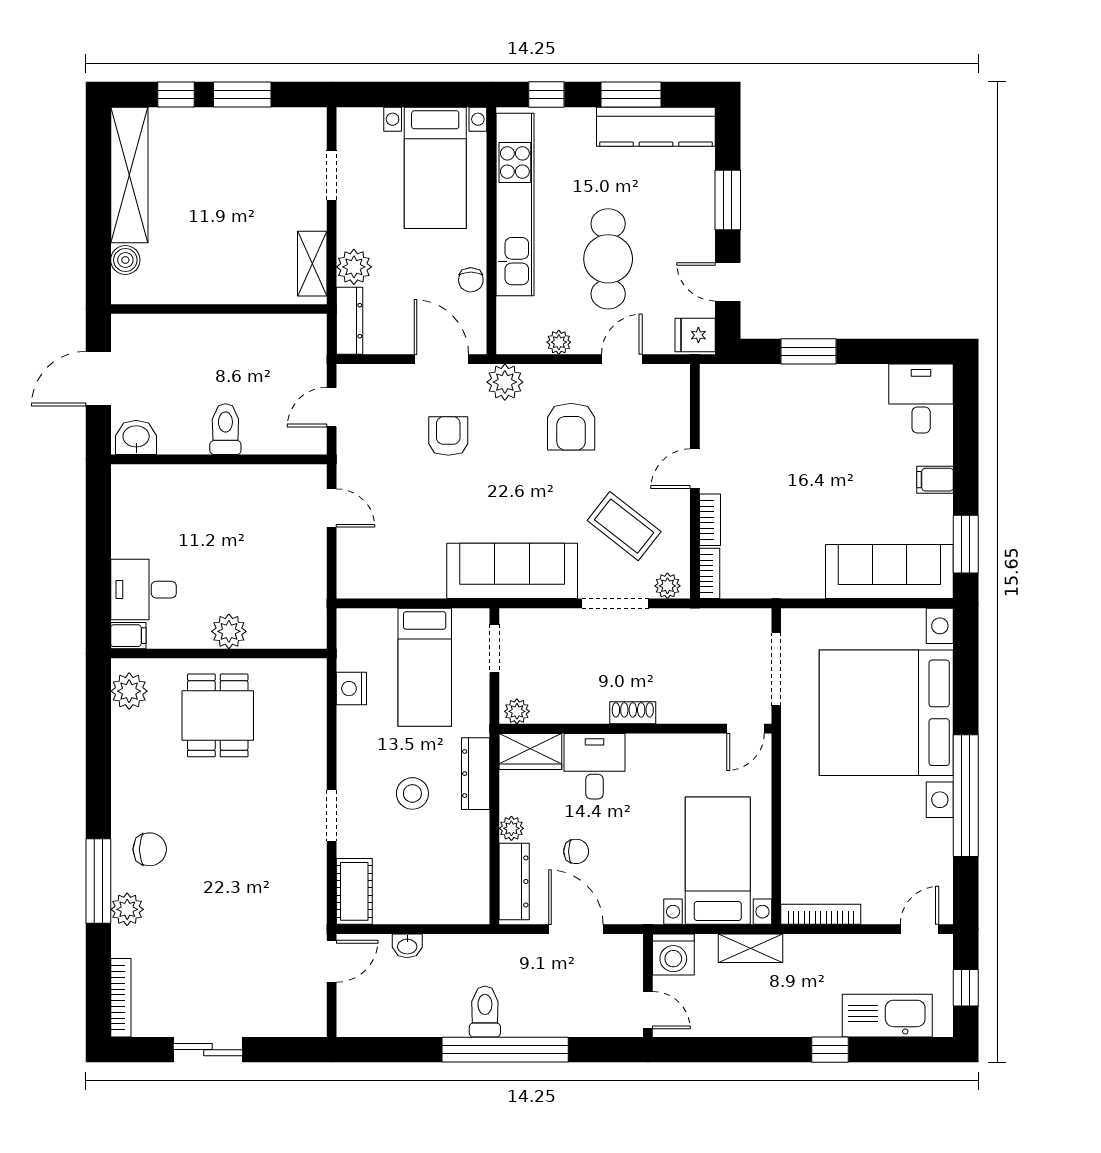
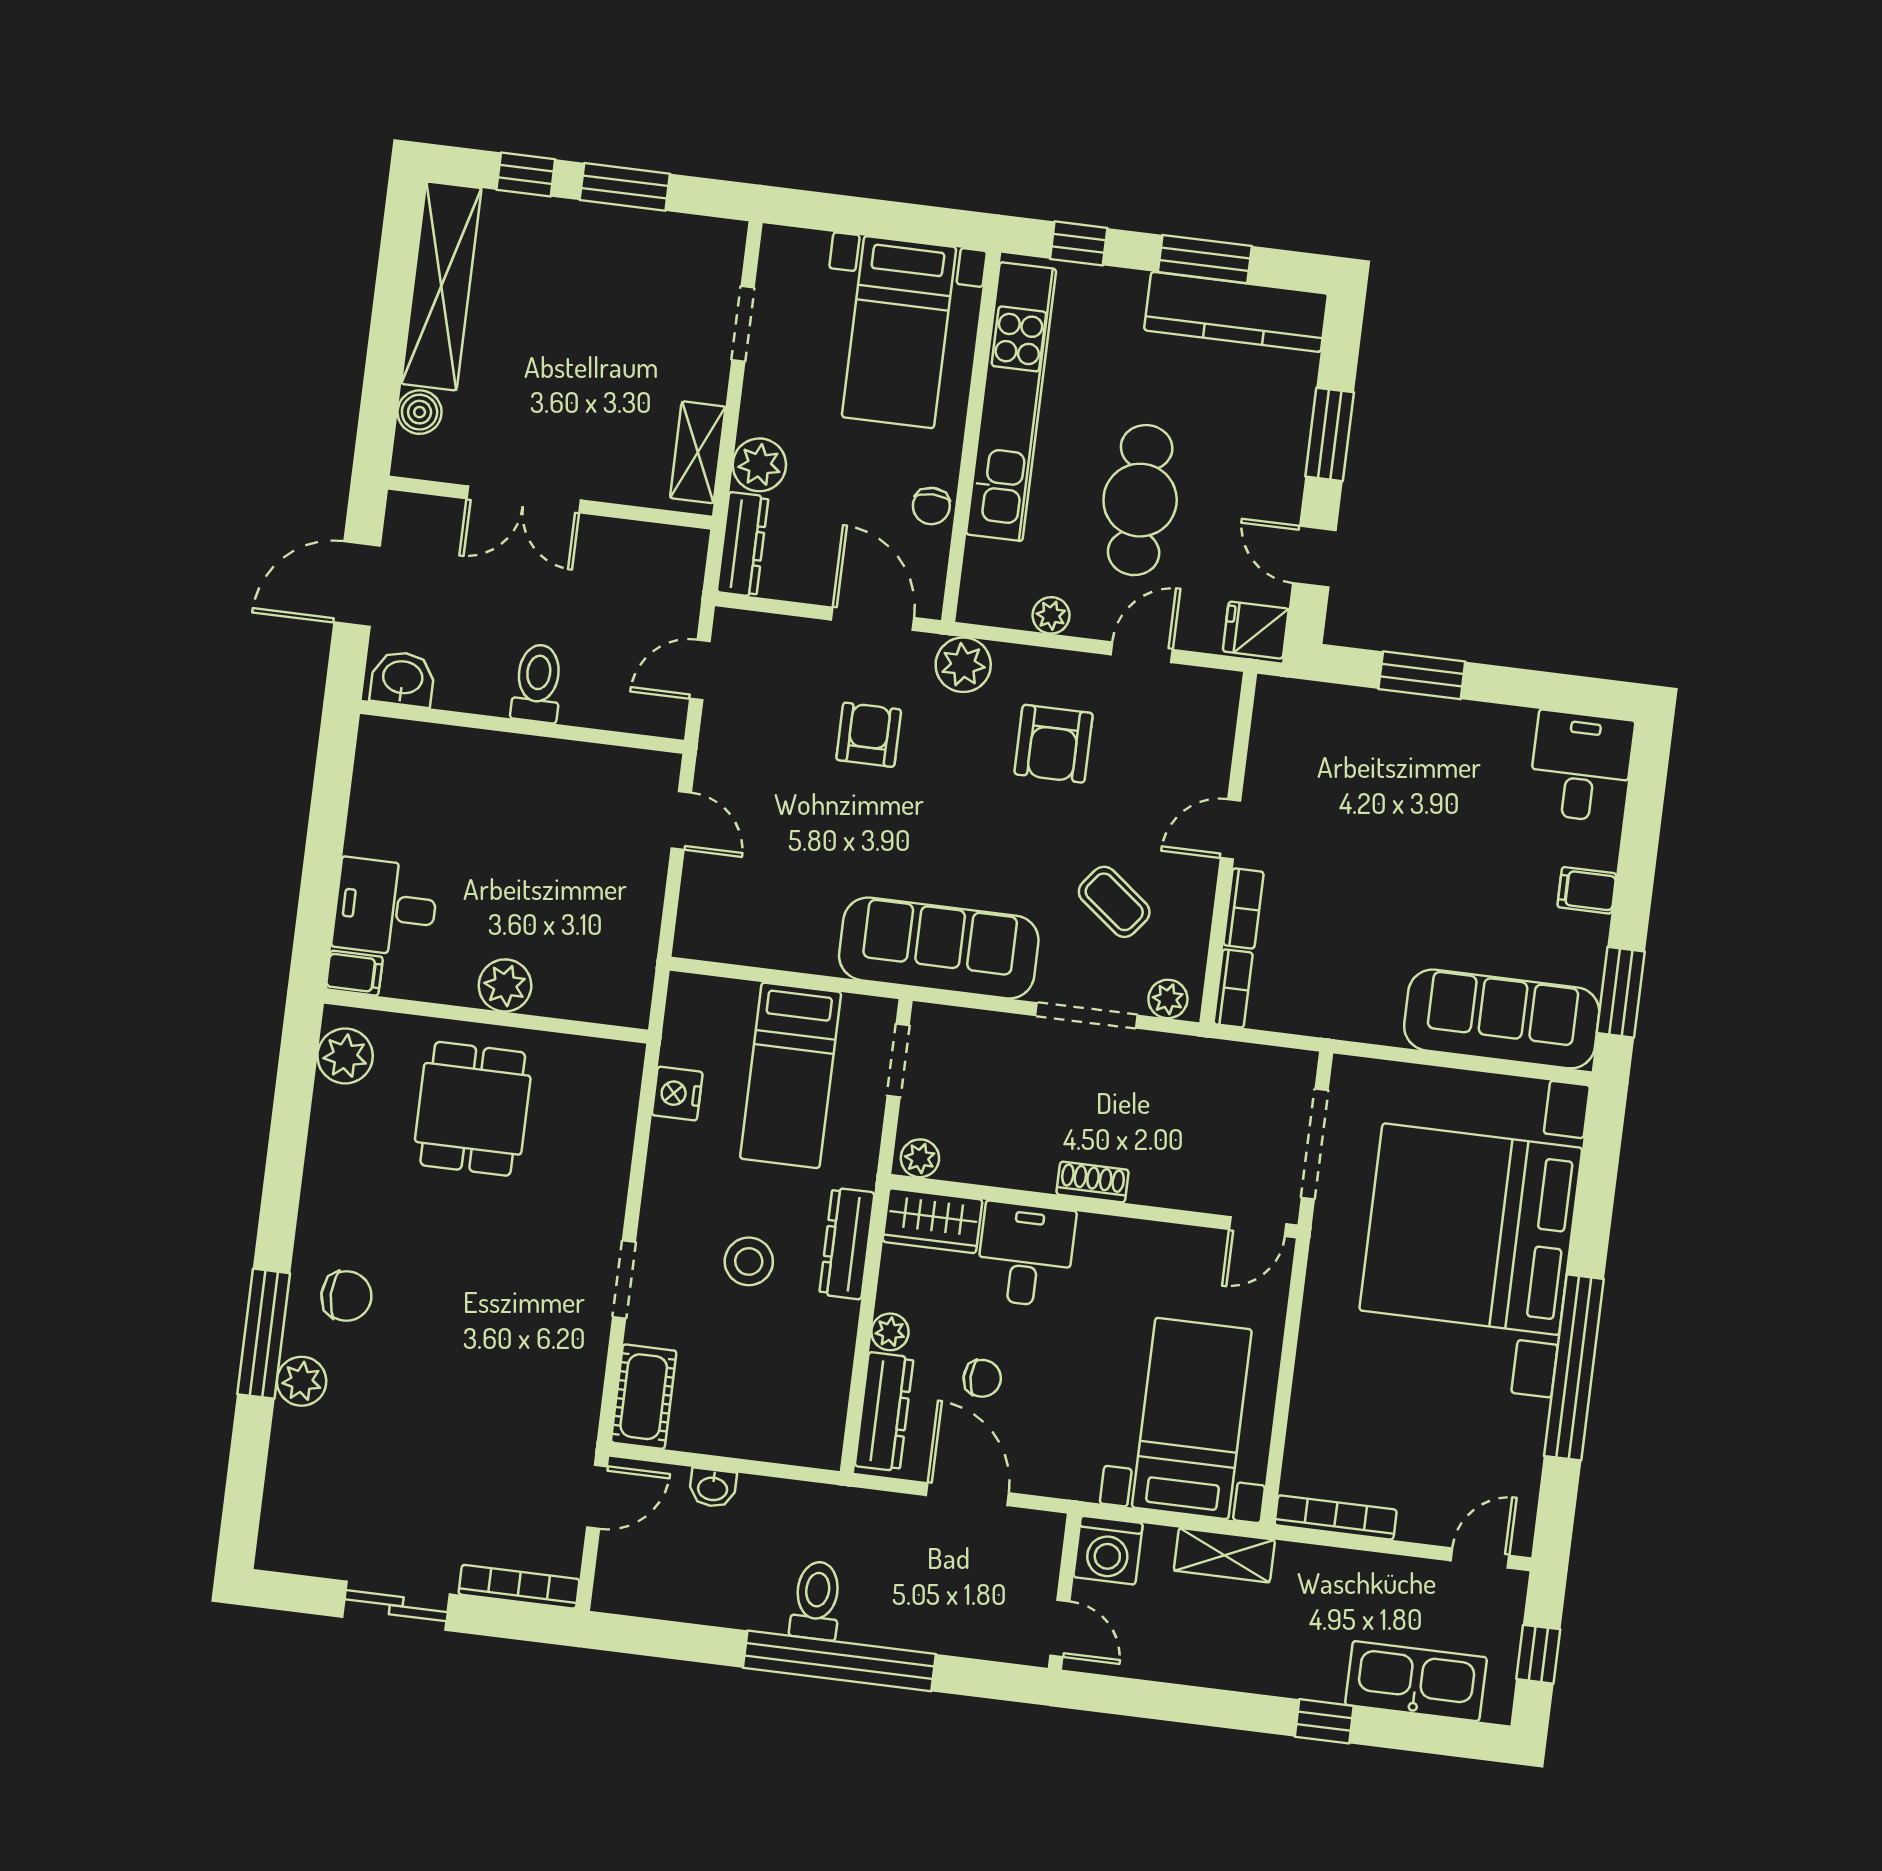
double door: (201, 309) -> (524, 499), added
coffee table: (624, 526) -> (1114, 902), width x0.73, depth x0.77
bookcase: (121, 998) -> (519, 1587), moved, turned -90

